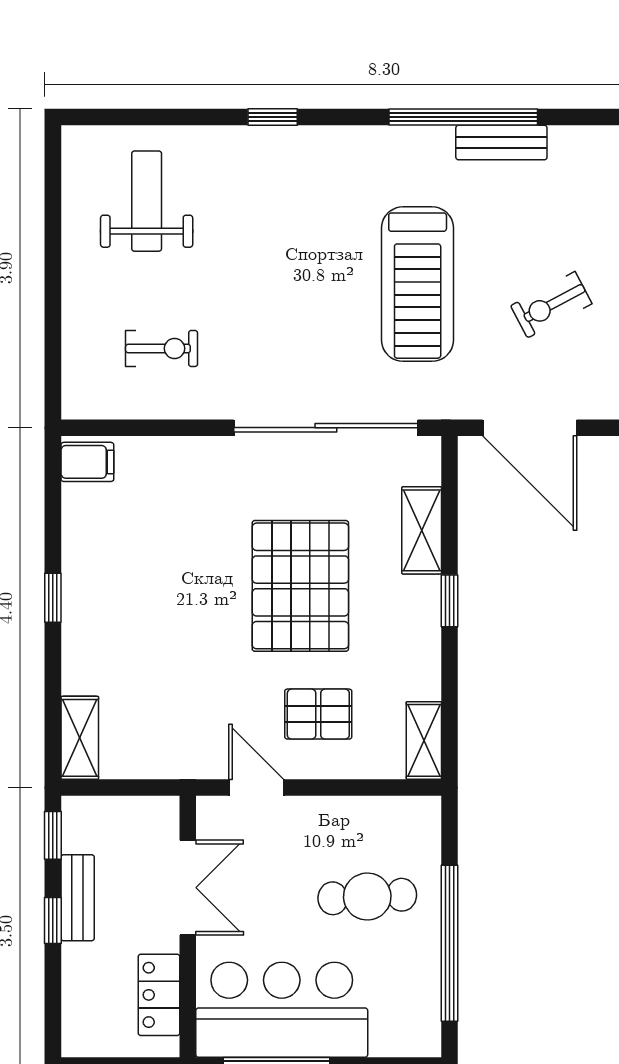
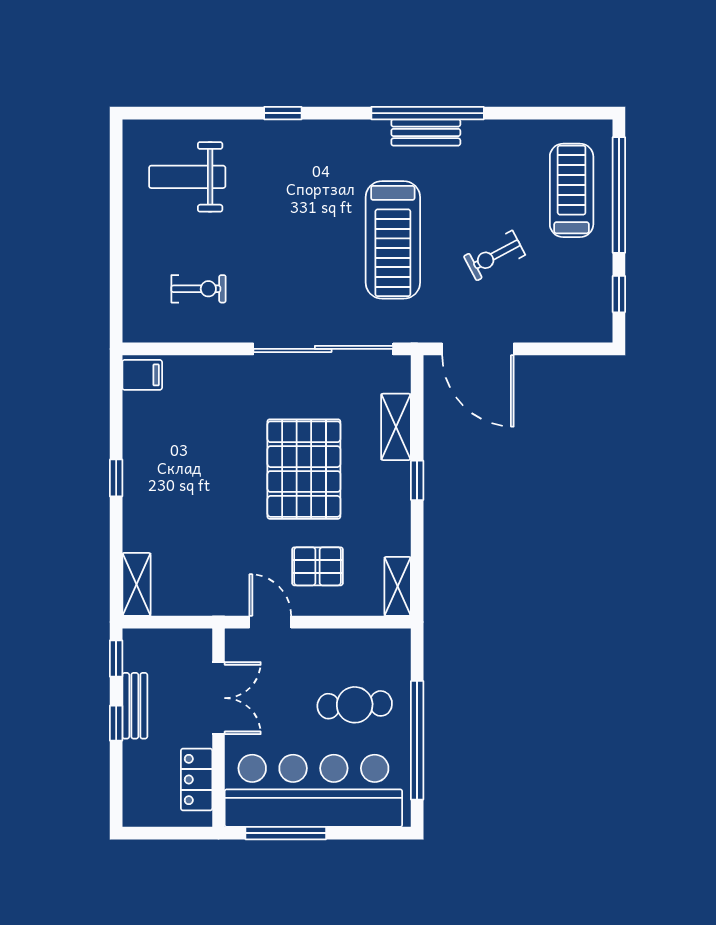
bench: (501, 143) -> (426, 132), moved
weight bench: (147, 201) -> (187, 177), turned -90
bar counter: (282, 1010) -> (313, 791), width x1.36

